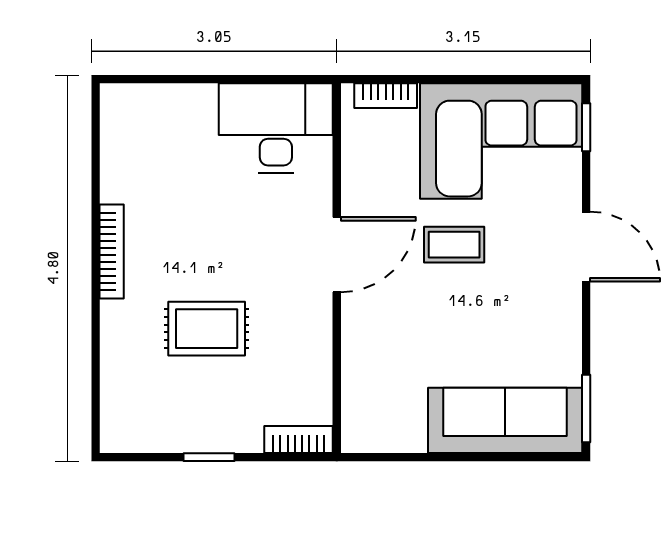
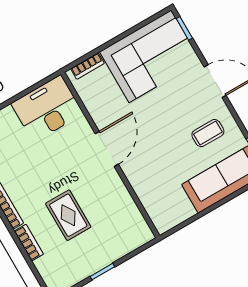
coffee table: (454, 245) -> (208, 133), moved
rug: (207, 329) -> (68, 215), turned 90
bookcase: (299, 439) -> (29, 243), moved, turned 90

